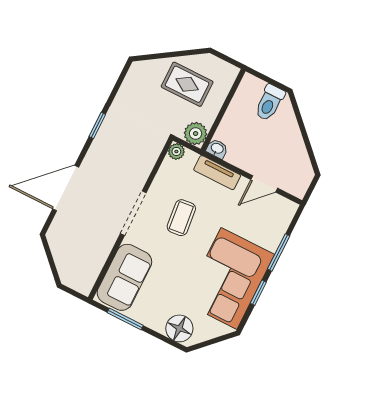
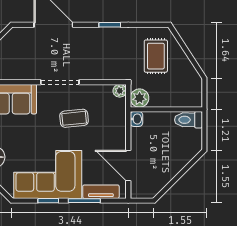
rug: (187, 84) -> (156, 56), moved
toilet: (270, 103) -> (188, 120), moved
tv unit: (217, 173) -> (101, 192), moved, turned 90
door: (264, 184) -> (128, 165), width x1.38

